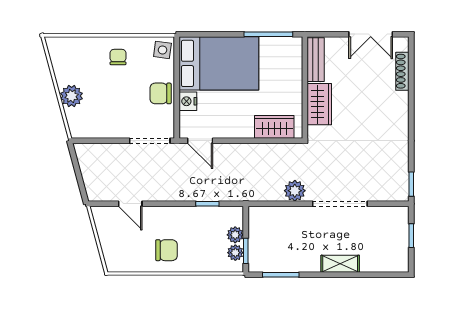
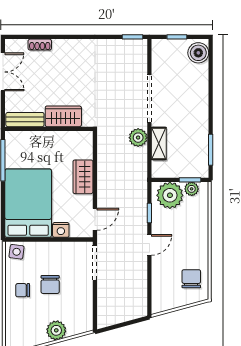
shoe rack: (402, 71) -> (40, 45), width x0.70
chair: (161, 93) -> (50, 284), moved
wardrobe: (274, 127) -> (83, 177), moved
door: (130, 204) -> (149, 245), moved
plant: (235, 235) -> (170, 195), width x1.87, depth x1.87
chair: (166, 250) -> (191, 279), moved
boiler: (393, 260) -> (198, 53), added
shelving: (340, 264) -> (159, 143), moved

